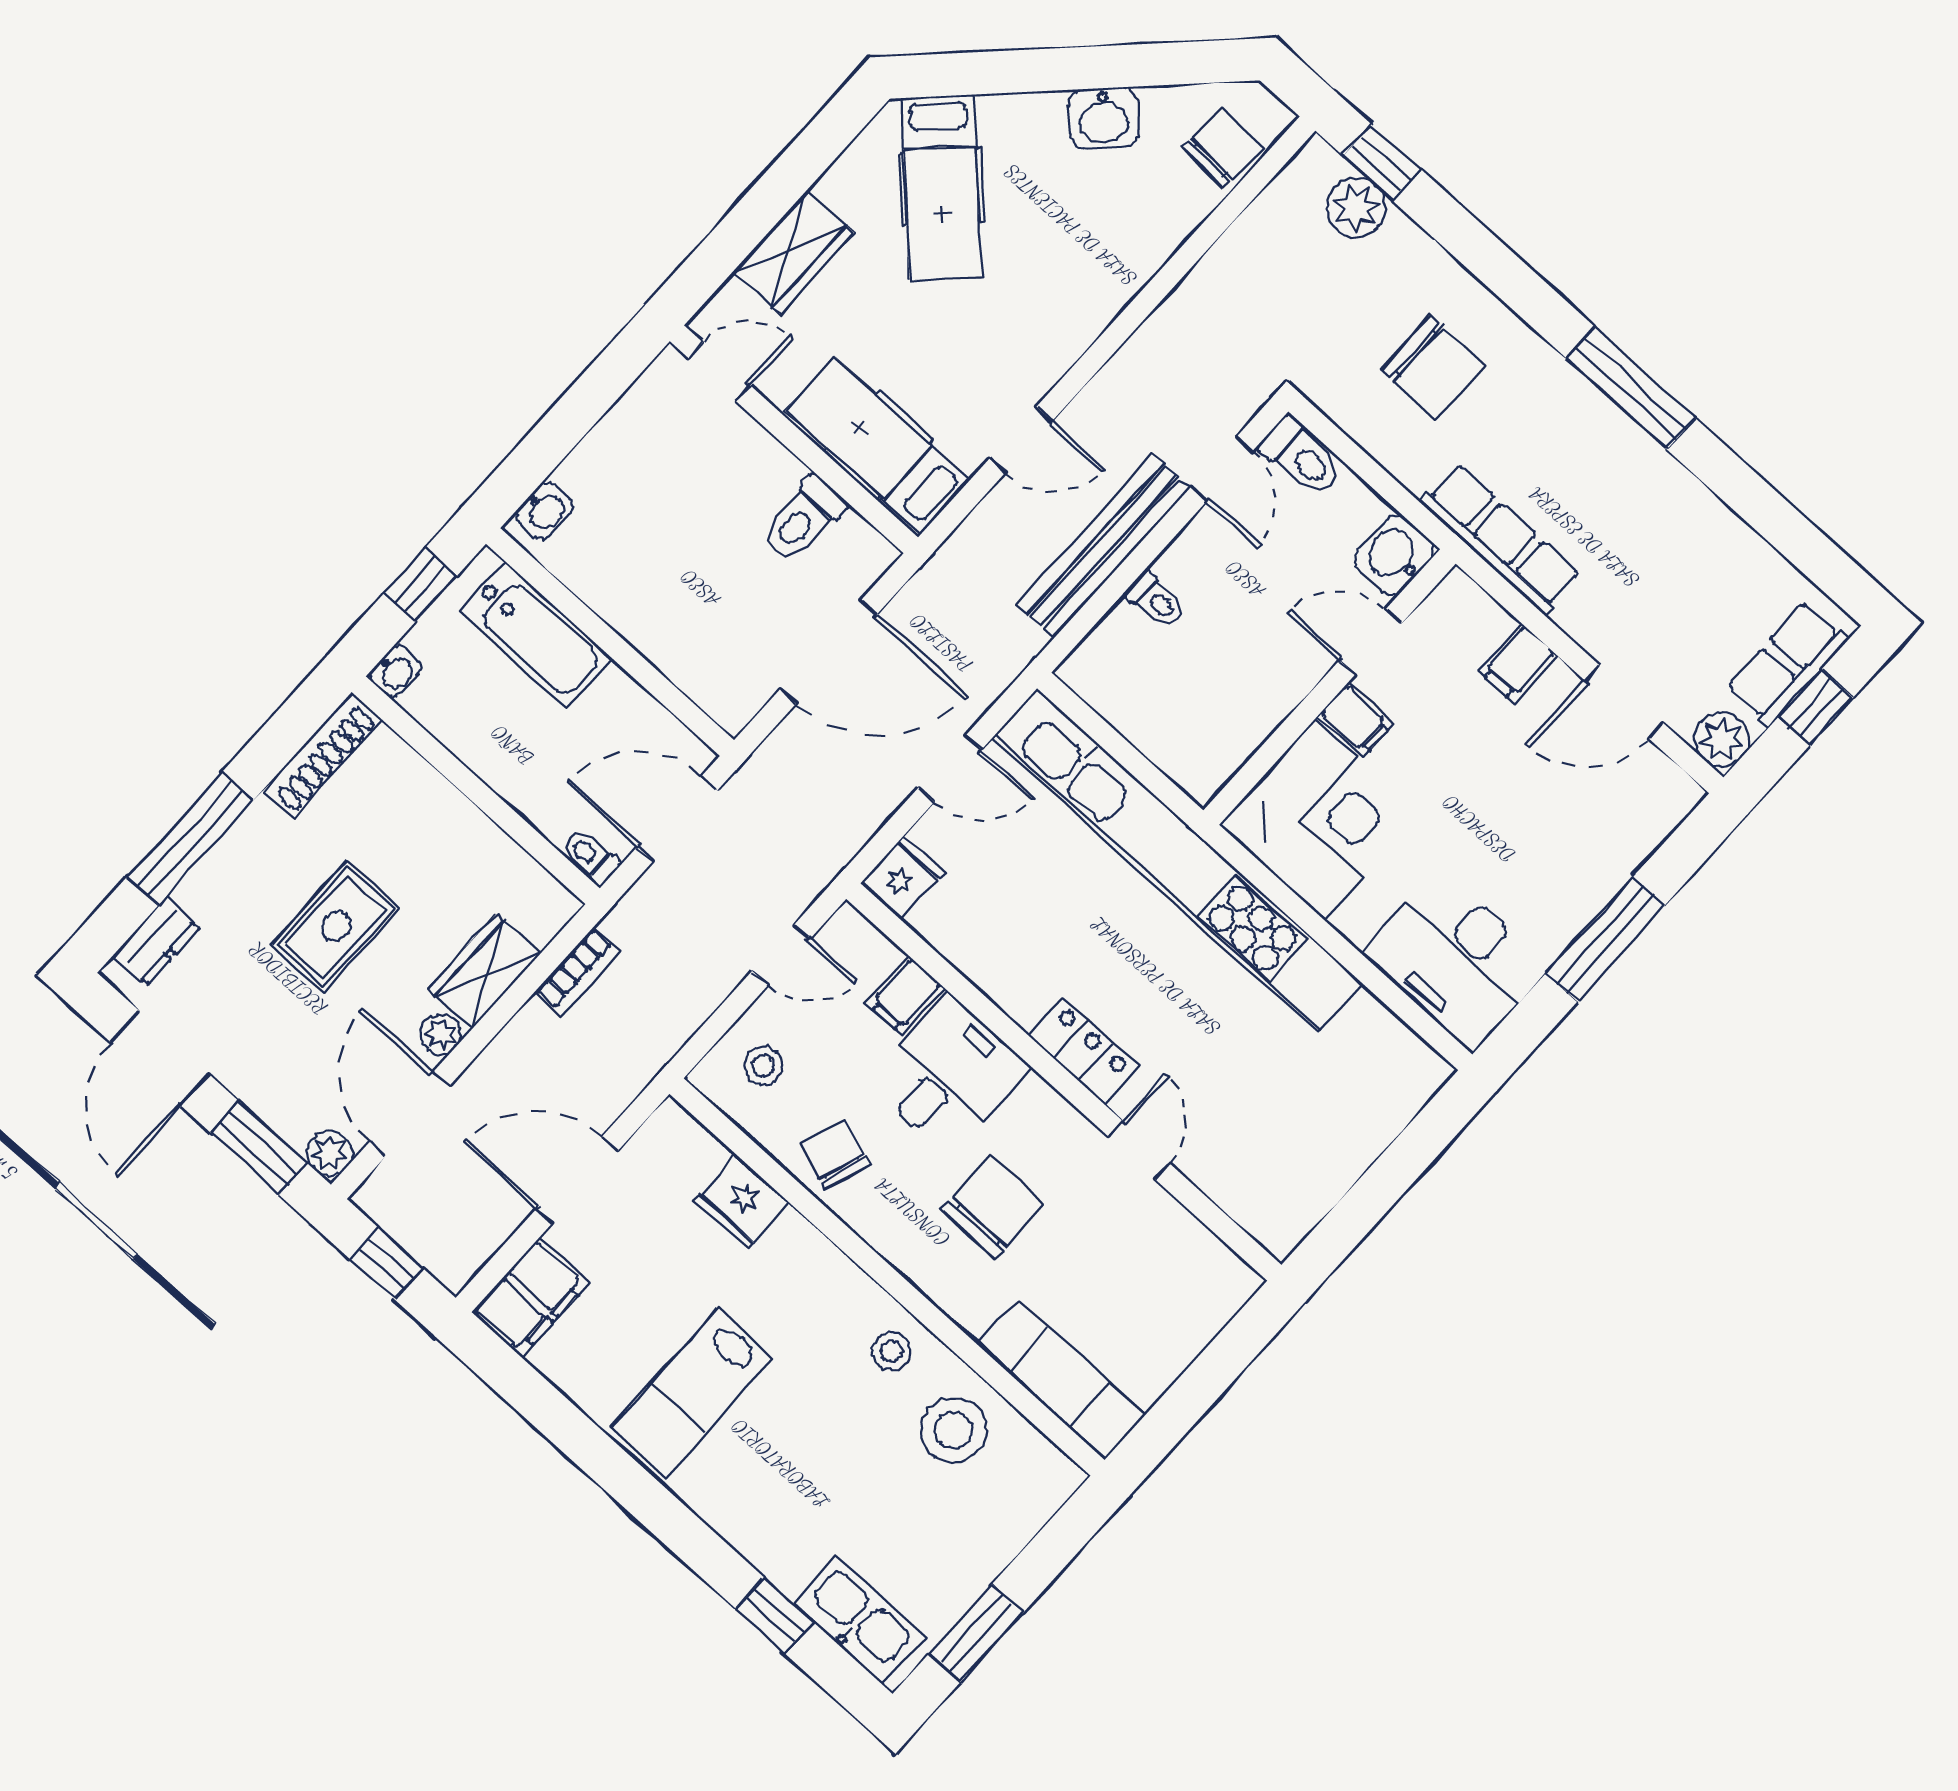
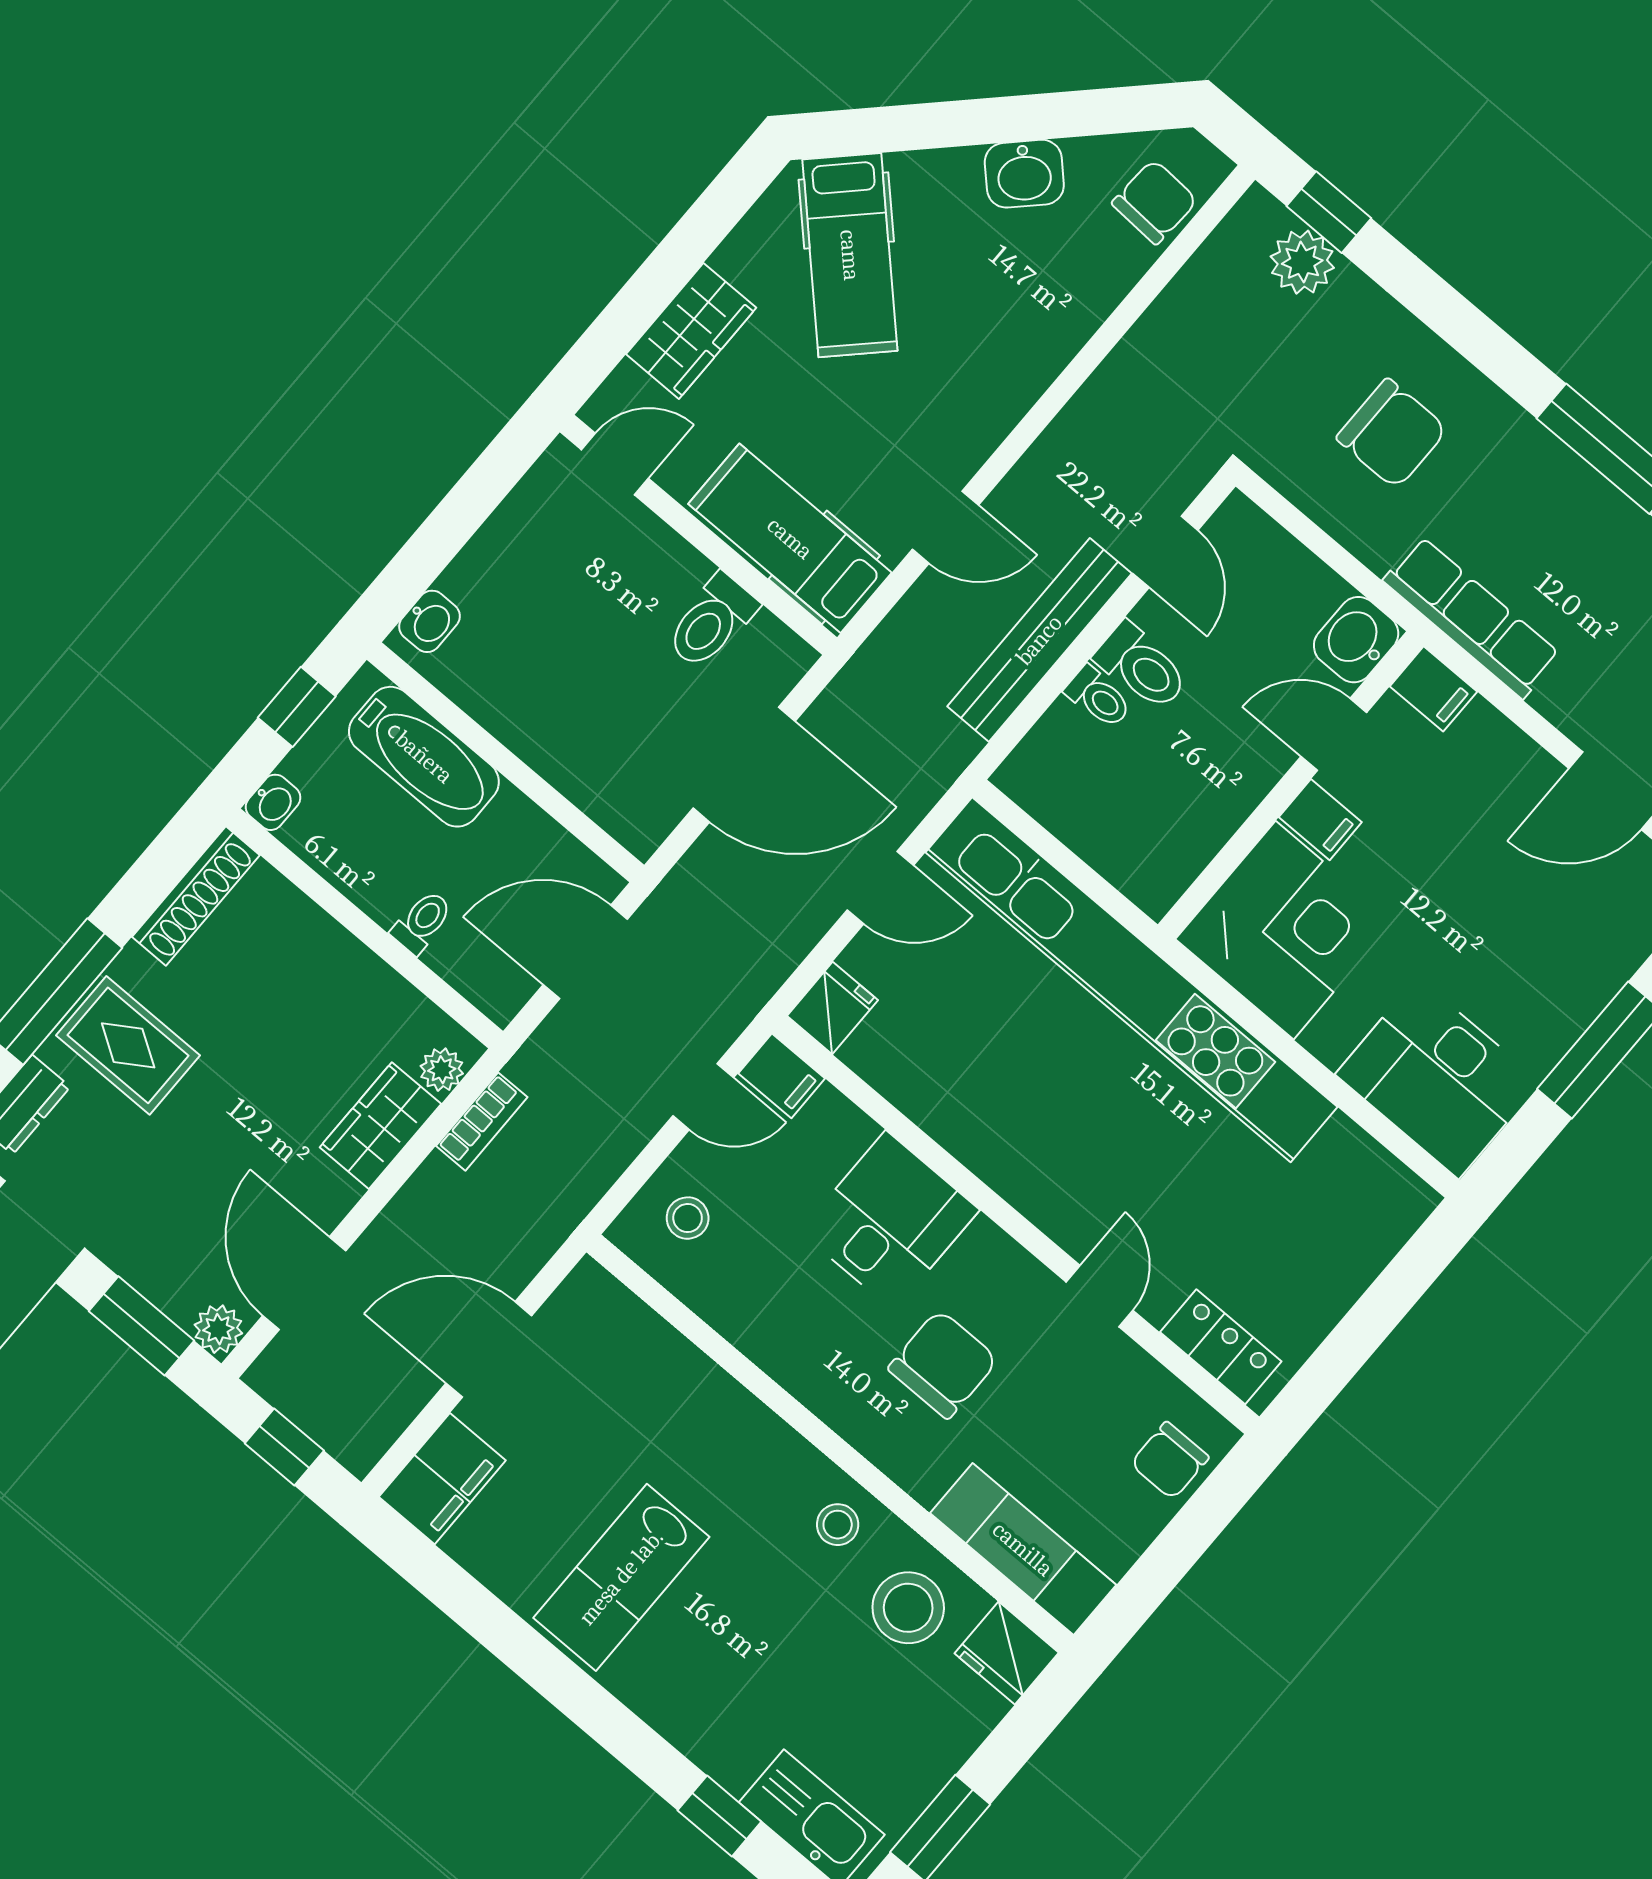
toilet: (1302, 457) -> (1142, 667), moved
filing cabinet: (1518, 663) -> (1433, 689), moved, turned -90
toilet: (590, 857) -> (422, 922), moved, turned 90
rug: (336, 926) -> (128, 1045), moved, turned 90
filing cabinet: (905, 995) -> (782, 1076), moved, turned -90
plant: (441, 1034) -> (442, 1070), moved
locker: (1084, 1051) -> (1221, 1347), moved
chair: (834, 1154) -> (1170, 1461), moved, turned -109
fridge: (742, 1201) -> (1007, 1653), moved

